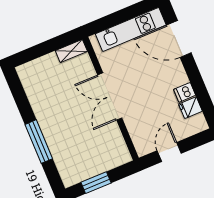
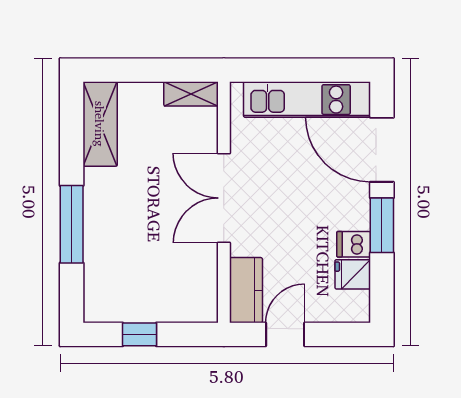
window: (195, 77) -> (382, 225), added
shelving: (32, 85) -> (100, 124), added
kitchen counter: (140, 138) -> (246, 290), added
window: (96, 183) -> (140, 334), width x0.67

